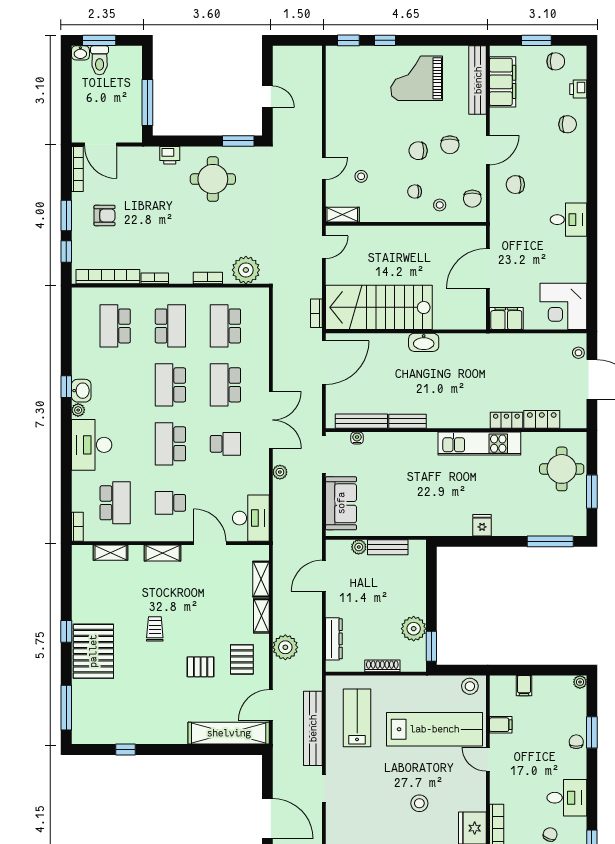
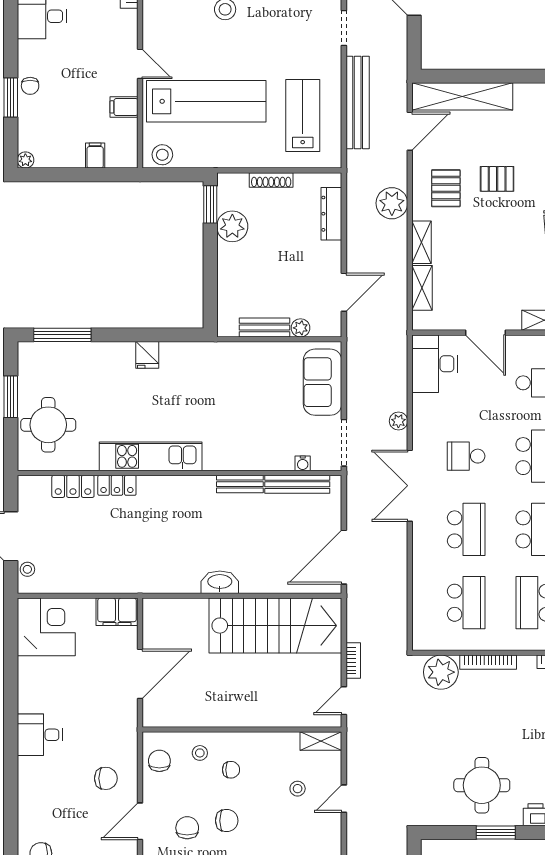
window: (238, 141) -> (496, 833), moved
bookcase: (208, 278) -> (488, 662), width x1.56
bookcase: (316, 313) -> (353, 661), moved
lab bench: (357, 718) -> (303, 115), turned 180
lab bench: (435, 729) -> (206, 101), turned 180

